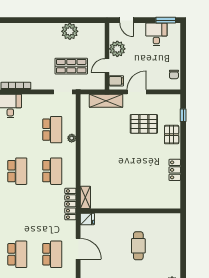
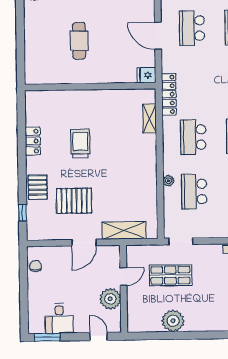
filing cabinet: (116, 81) -> (111, 257), removed
trolley: (139, 167) -> (80, 144), added
shelving: (85, 197) -> (150, 118), moved

